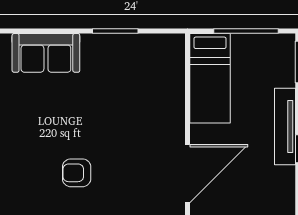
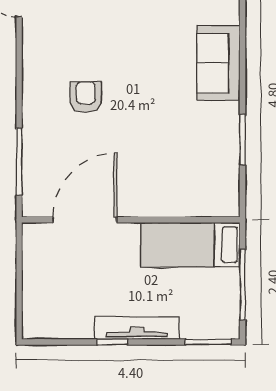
door: (187, 174) -> (85, 220), swing flipped

